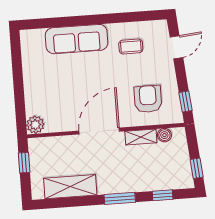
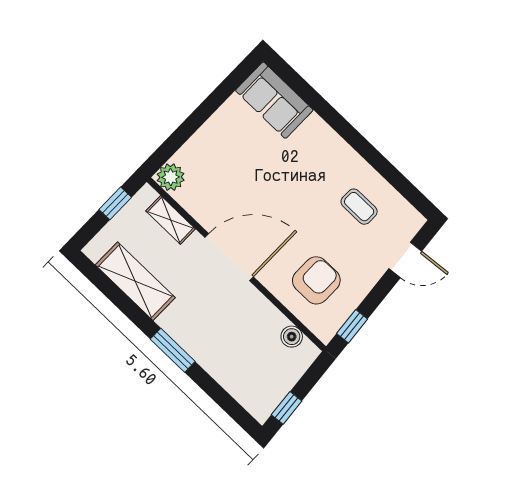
sofa: (77, 39) -> (274, 100), moved, width x0.73
shelving: (141, 137) -> (171, 220), moved
window: (163, 195) -> (220, 396), removed

